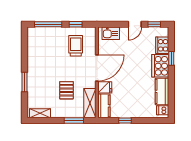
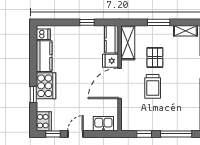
cooker: (162, 45) -> (44, 121), moved
trolley: (76, 46) -> (153, 86), moved
window: (74, 121) -> (159, 22), moved

